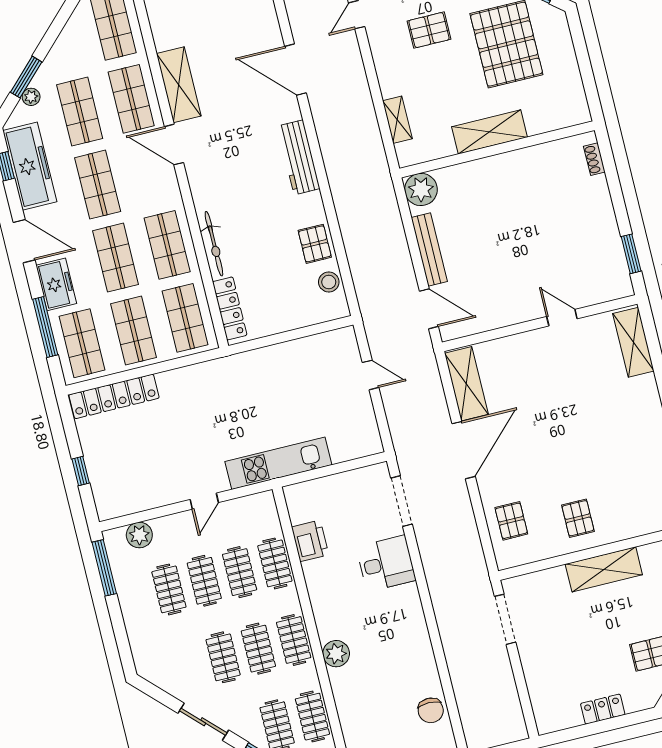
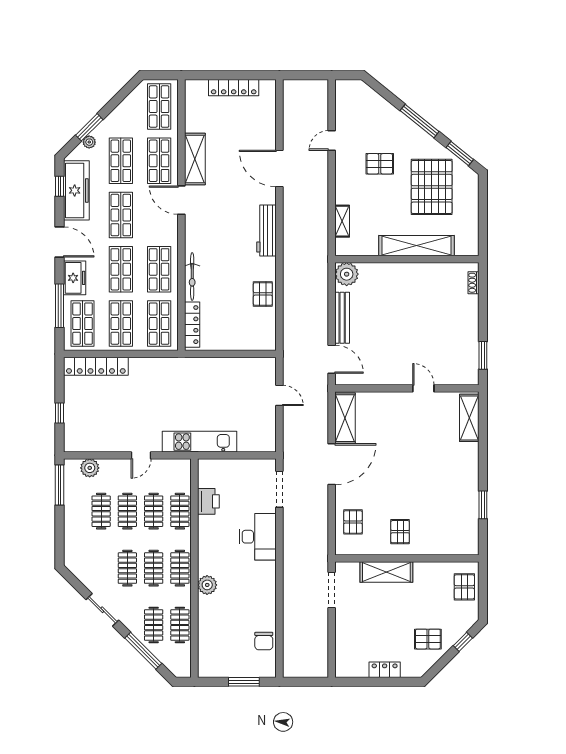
shelving: (489, 132) -> (417, 246), width x1.47
stool: (329, 282) -> (266, 323), removed
desk: (386, 563) -> (258, 537), width x1.37
shelving: (604, 569) -> (386, 572), moved

